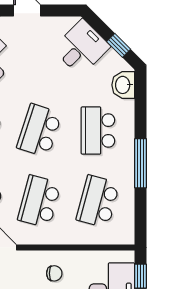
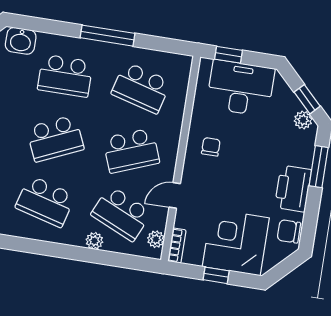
school desk: (39, 130) -> (55, 139), turned -42
school desk: (39, 201) -> (131, 151), turned -36

